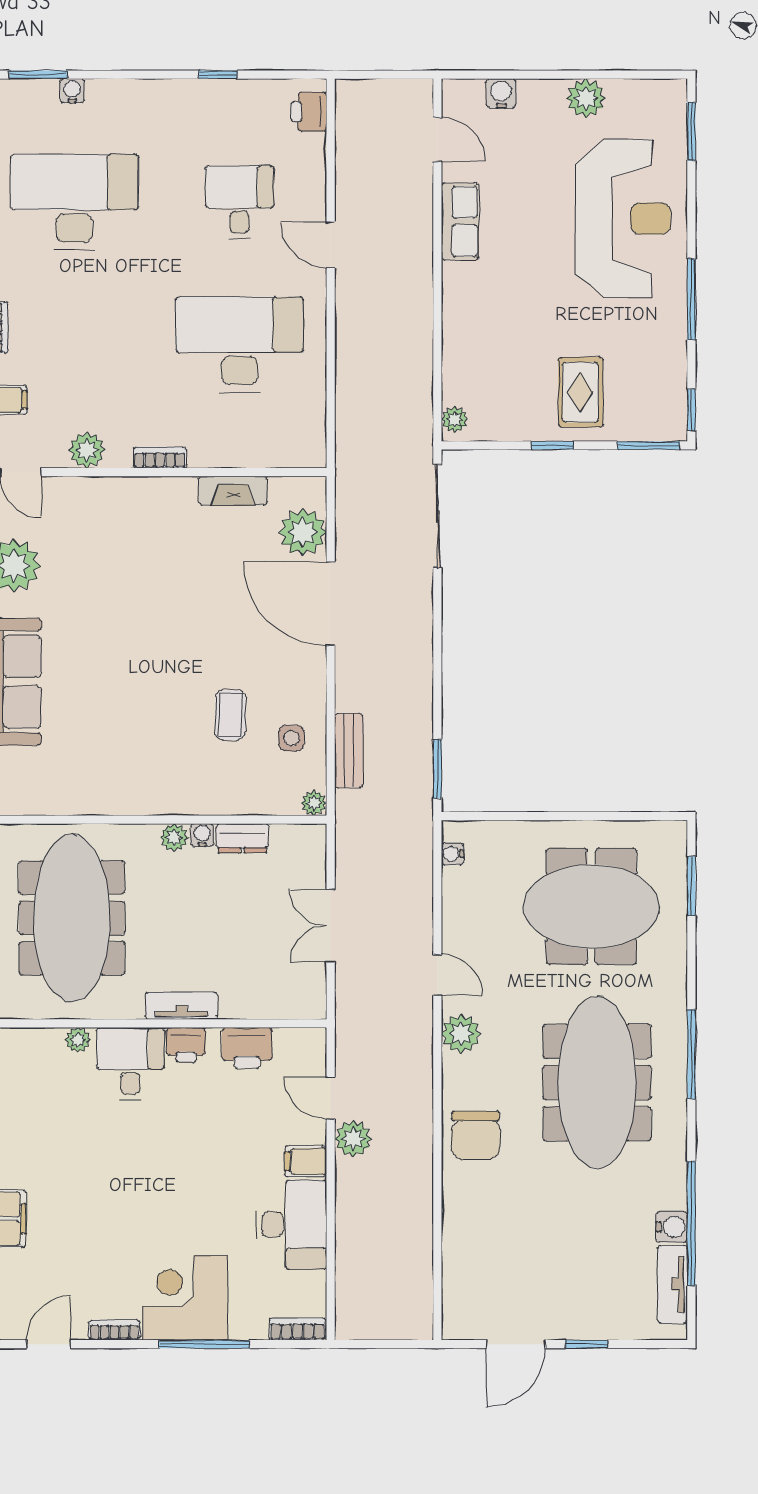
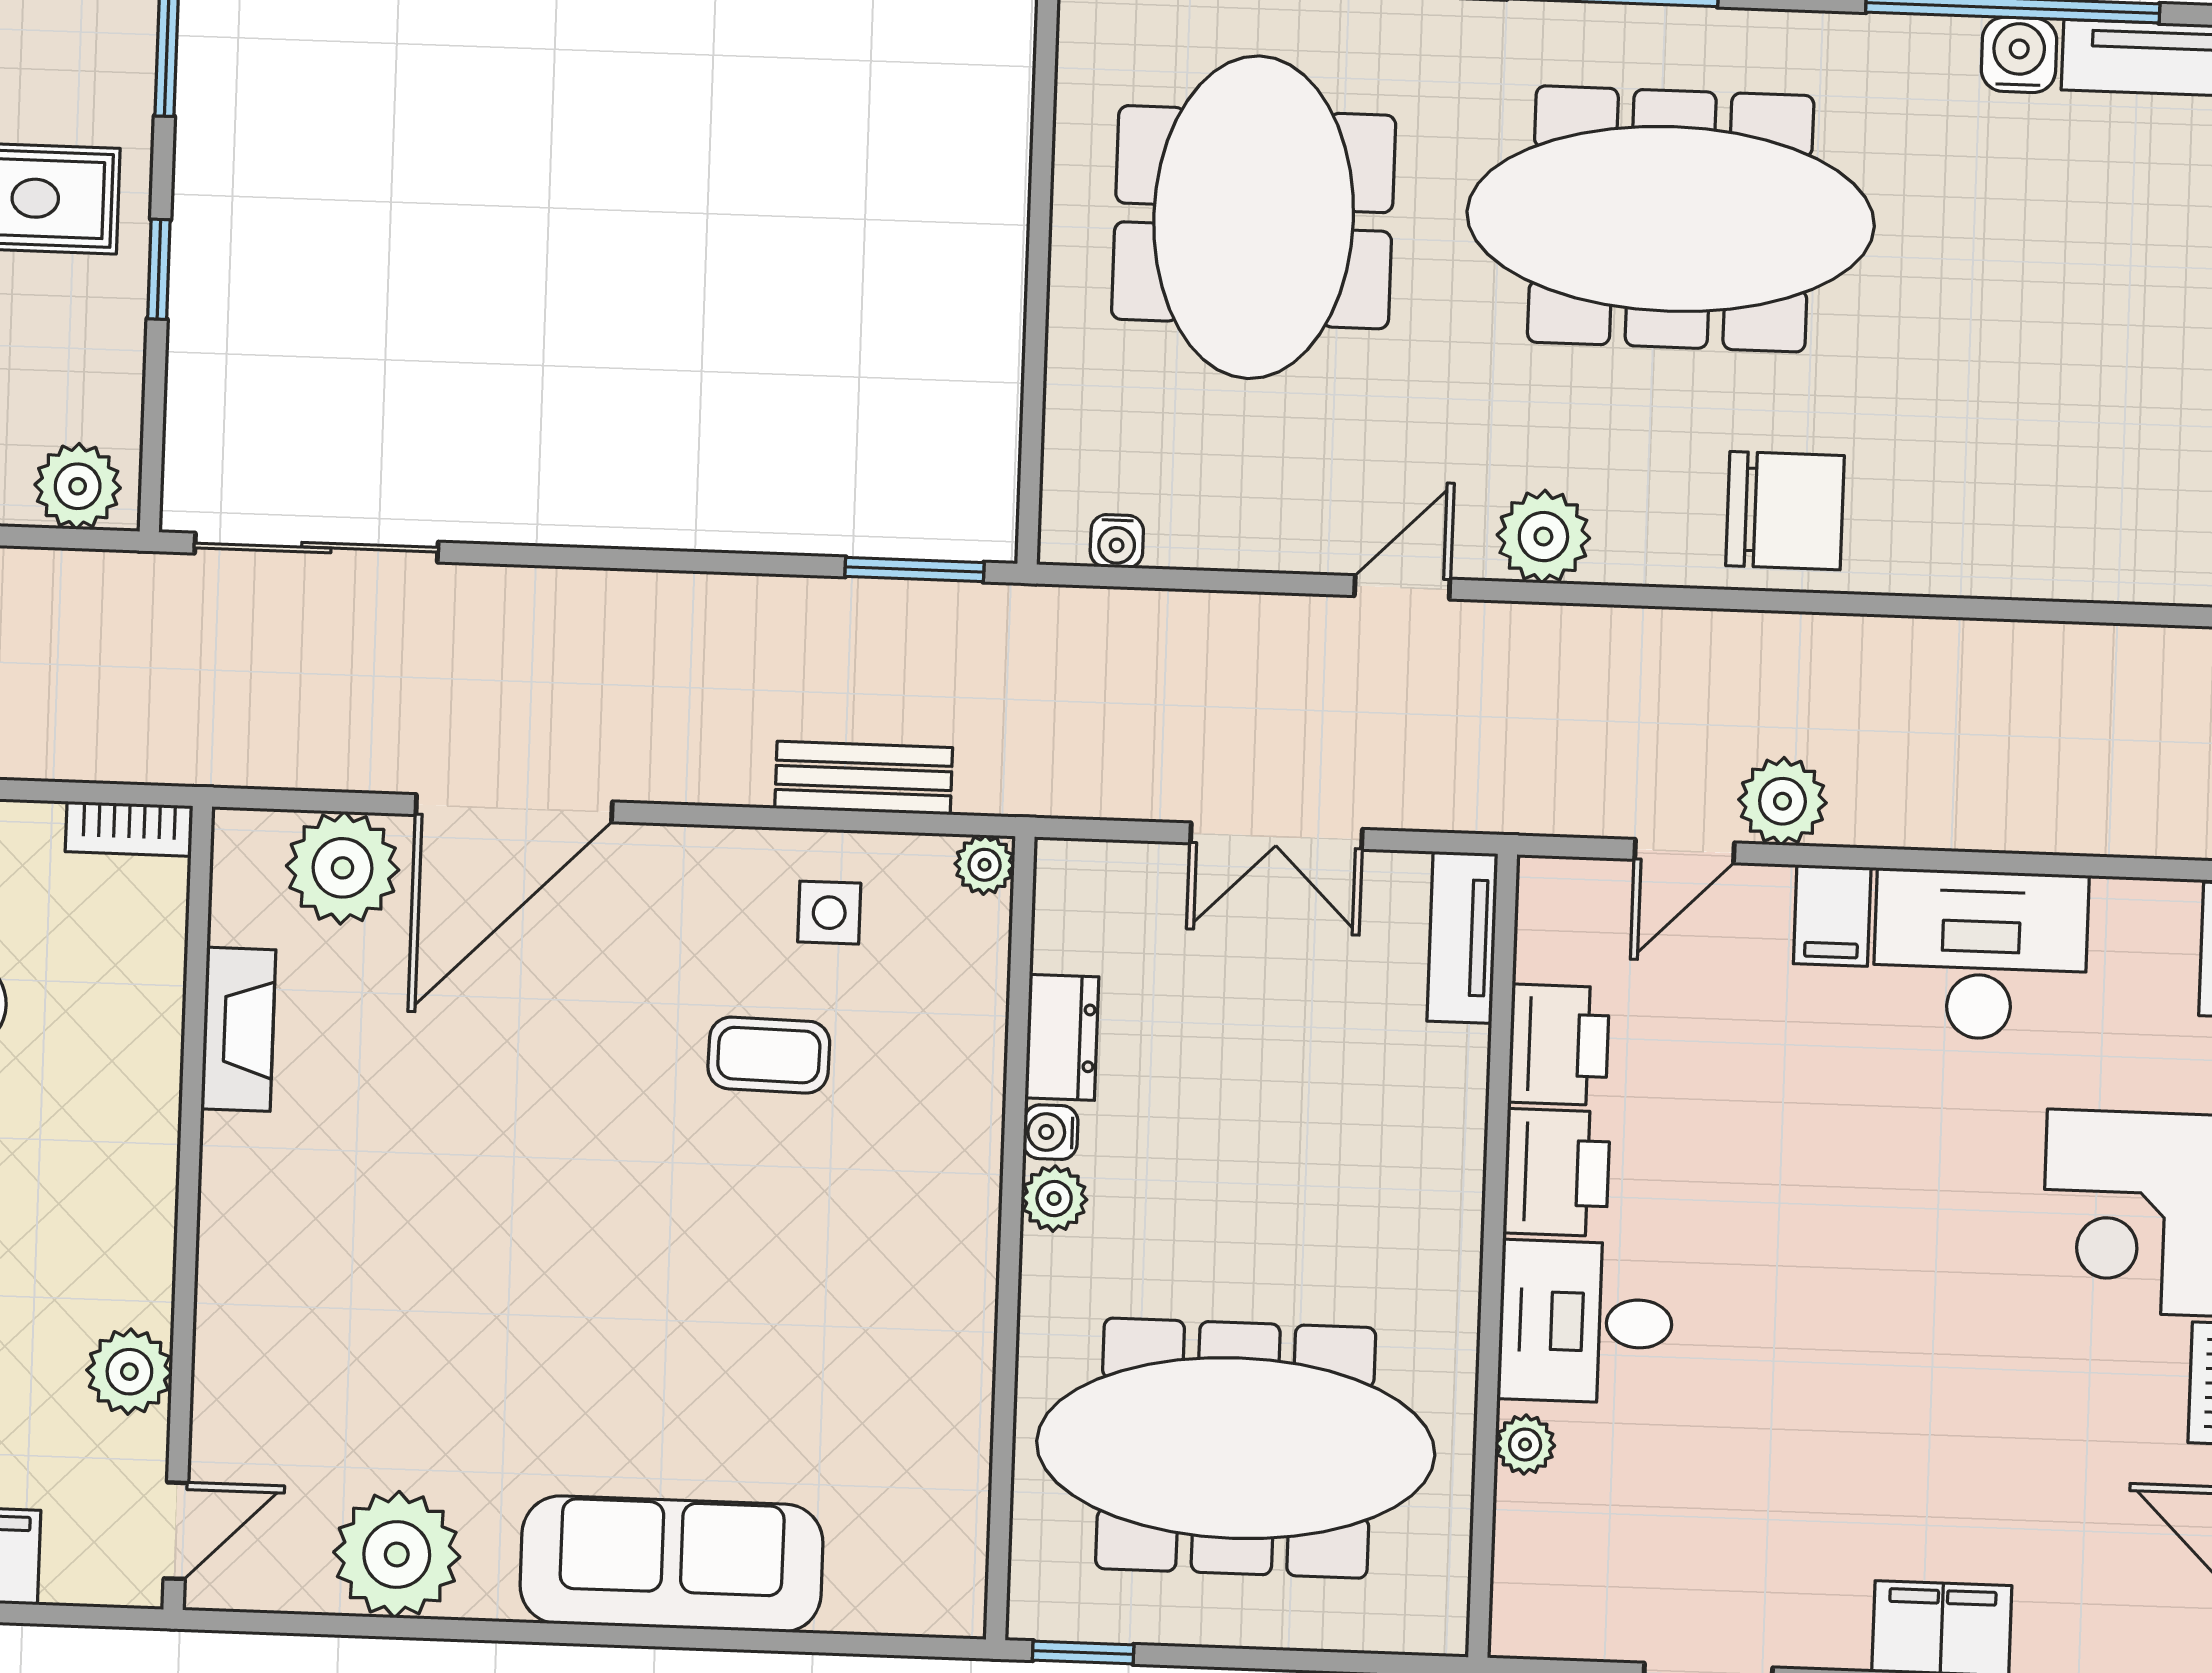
plant: (455, 419) -> (78, 486), width x1.38, depth x1.38
bookcase: (160, 457) -> (129, 829), moved, turned -90
tv unit: (181, 1006) -> (1462, 937), moved
printer: (186, 1045) -> (1557, 1172), width x1.36, depth x1.24

